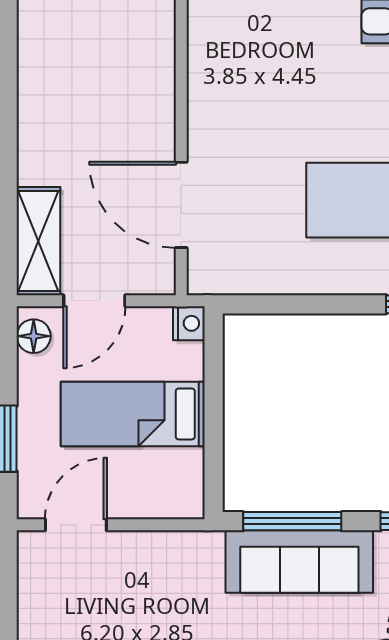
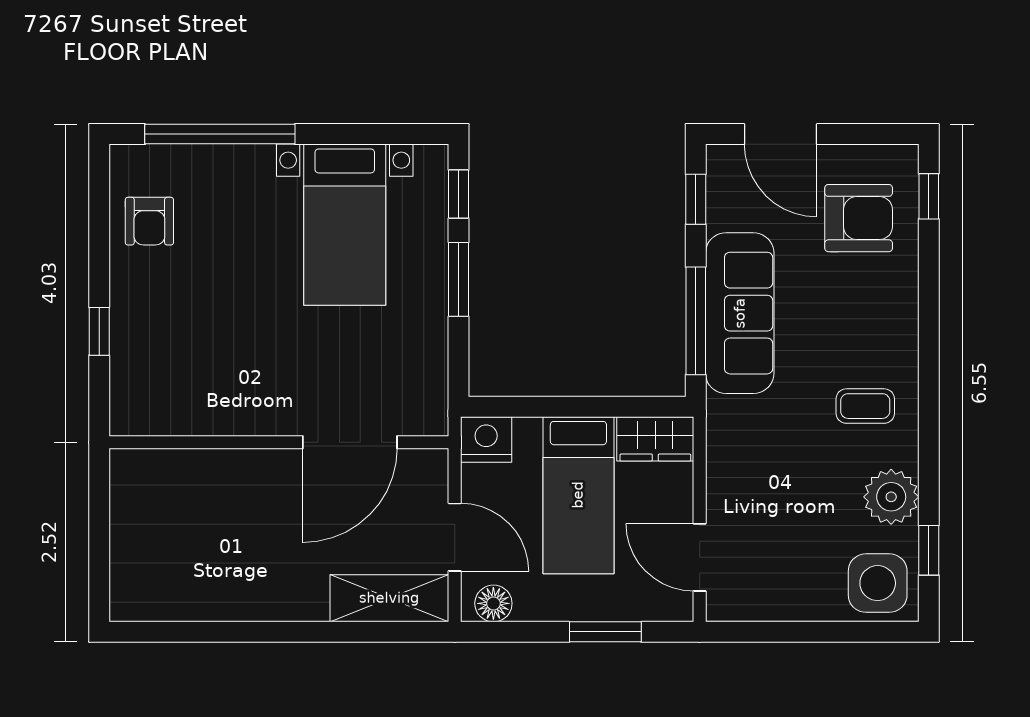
window: (330, 304) -> (459, 279), added
nightstand: (189, 323) -> (486, 439), width x1.36, depth x1.33
wardrobe: (184, 484) -> (655, 439), added

